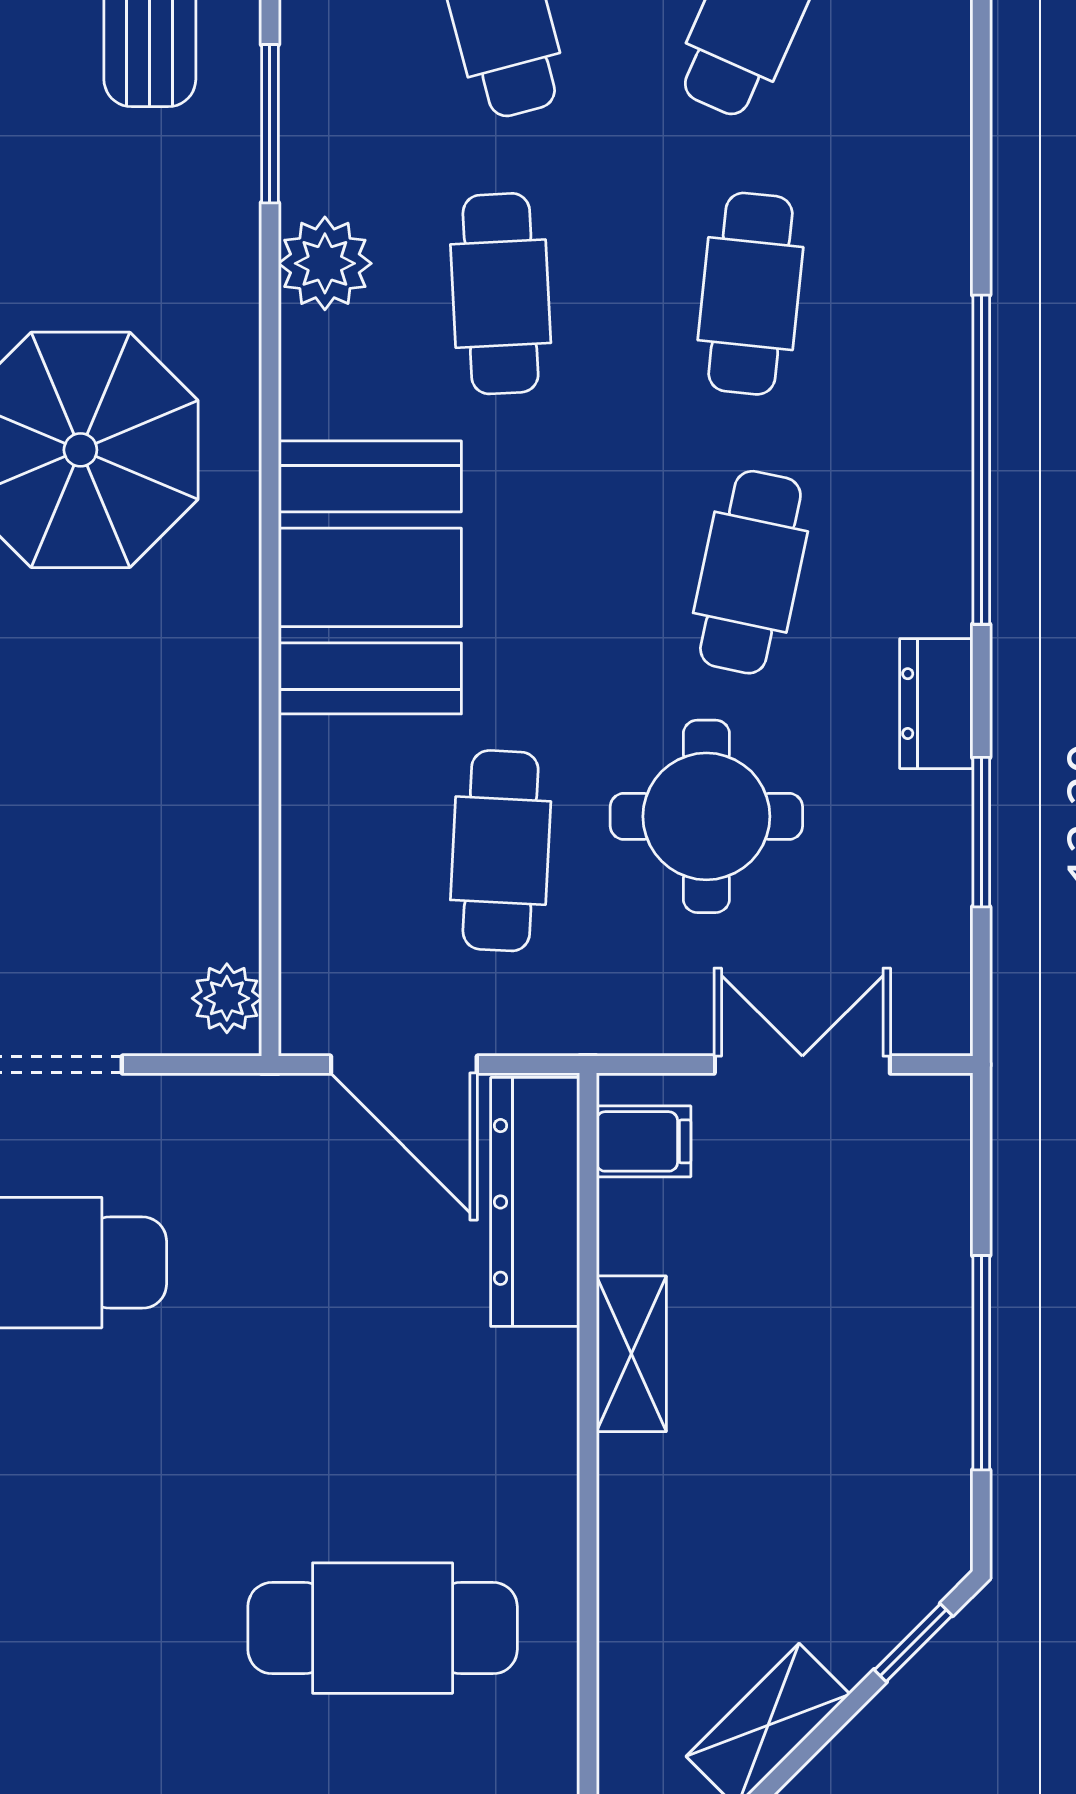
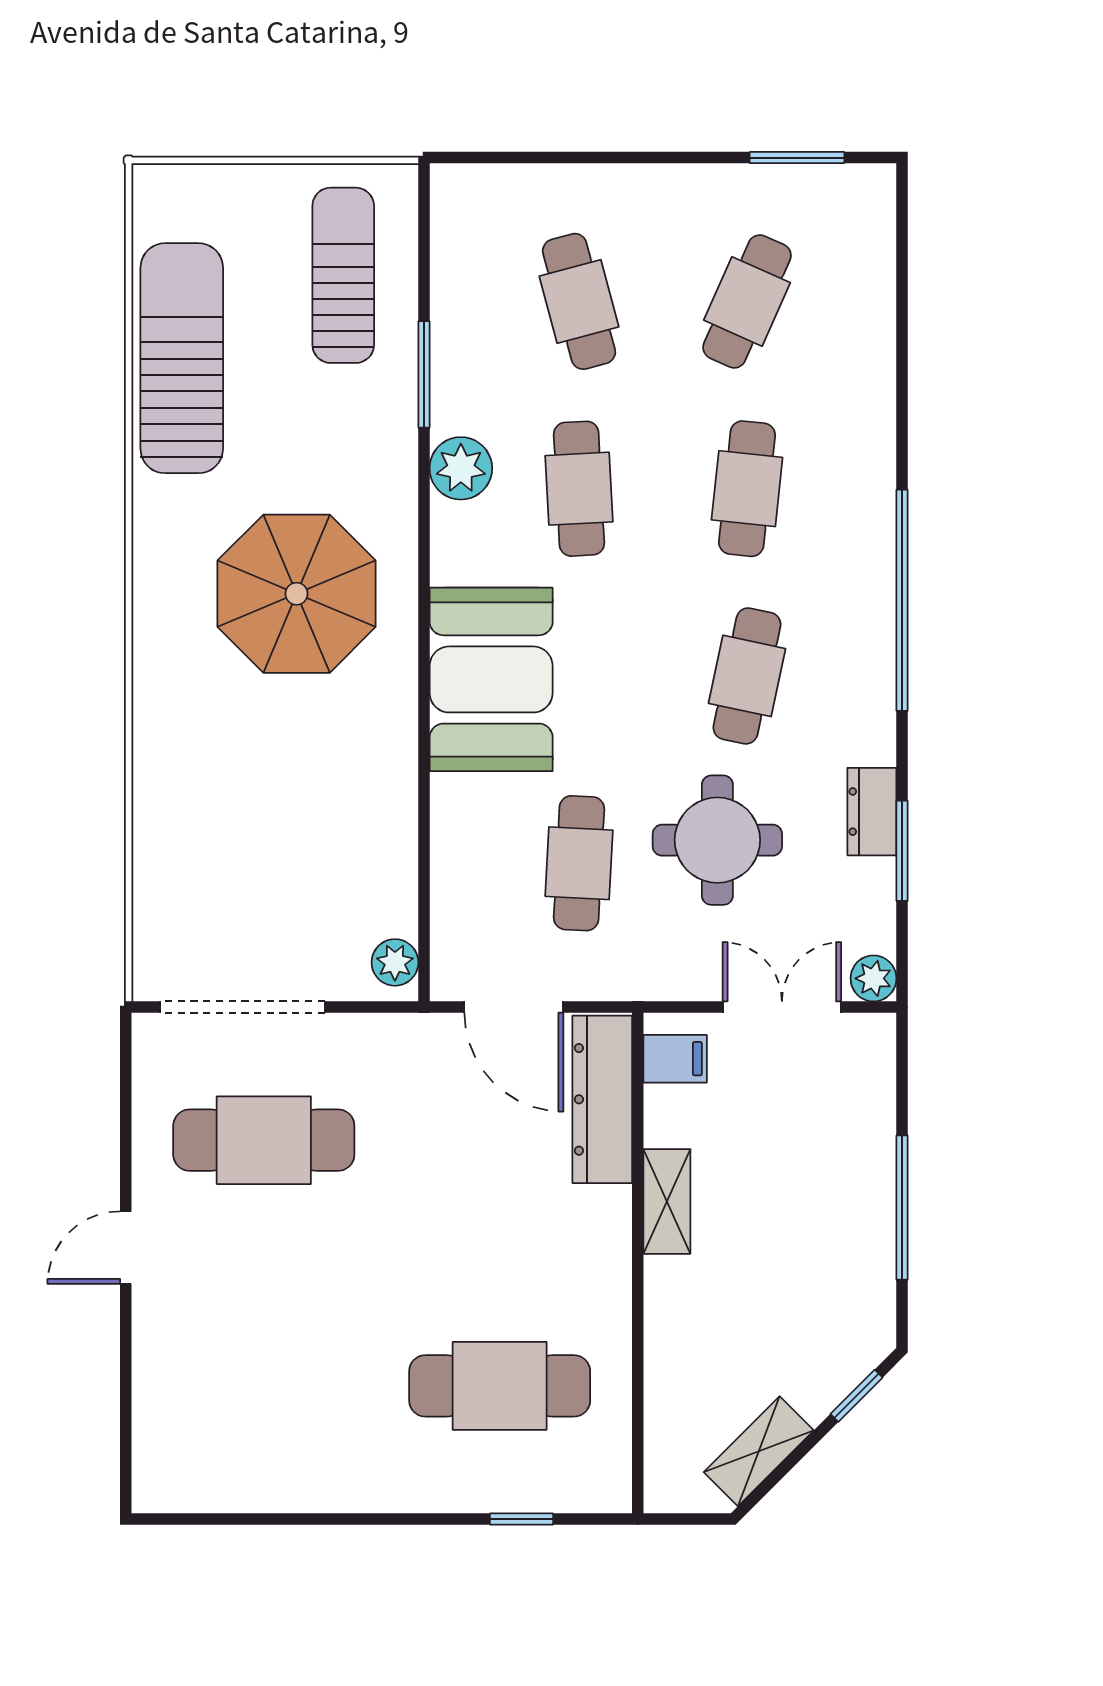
dresser: (936, 704) -> (872, 812), moved
plant: (939, 1022) -> (873, 978), added

